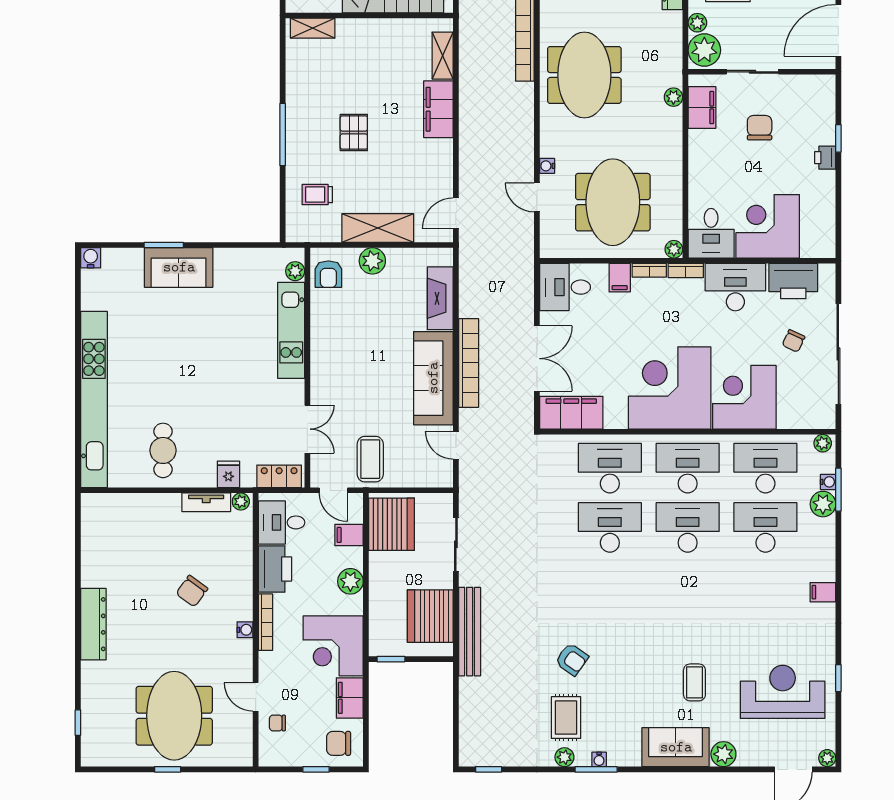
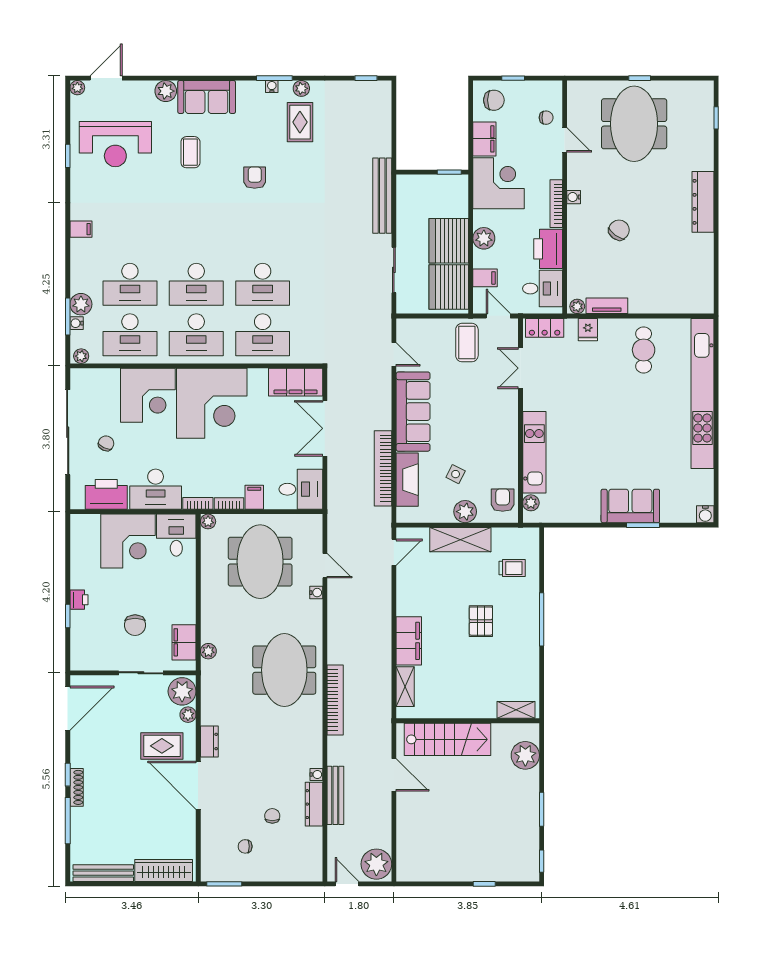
side table: (384, 305) -> (456, 474), added
bookcase: (469, 363) -> (383, 468), moved
server rack: (430, 616) -> (449, 241), moved, turned 180
armchair: (572, 659) -> (255, 178), moved, turned 55

